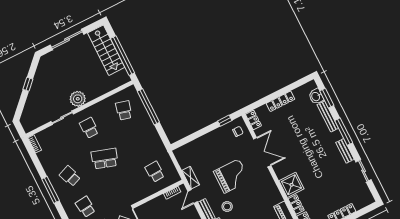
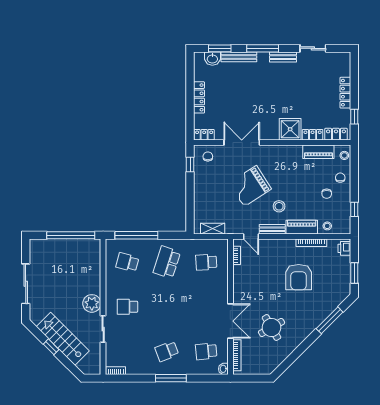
stairs: (106, 50) -> (63, 339), moved, turned -135
school desk: (105, 159) -> (167, 262), moved
grand piano: (232, 176) -> (250, 186), turned -123
shelving: (191, 178) -> (213, 229), moved

